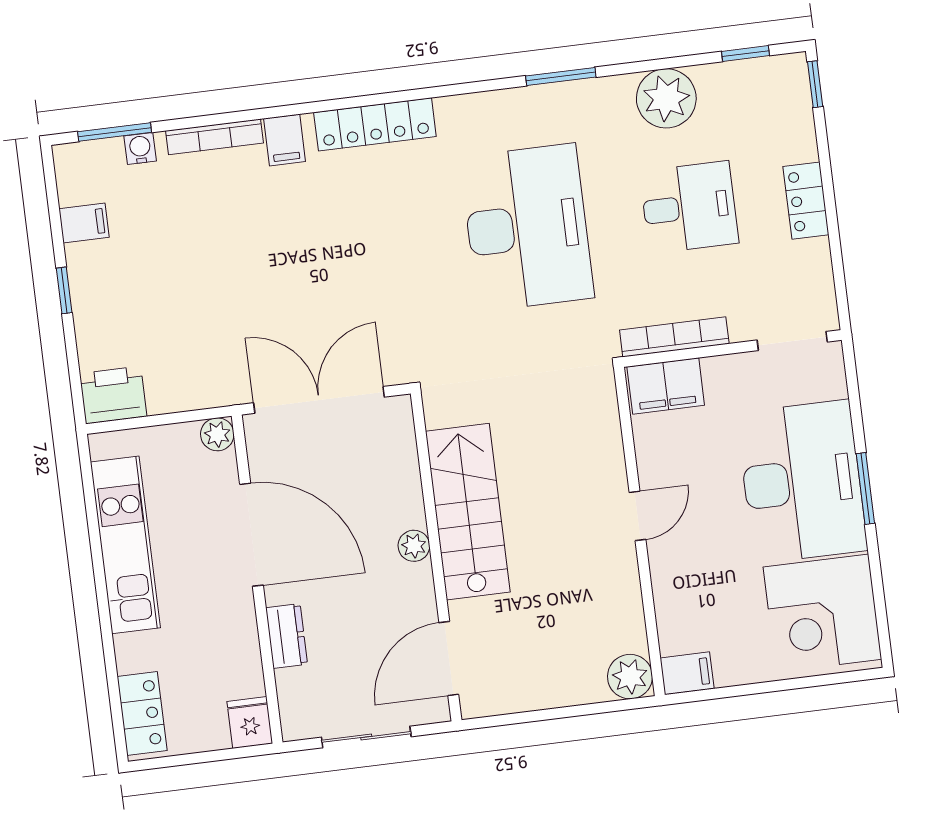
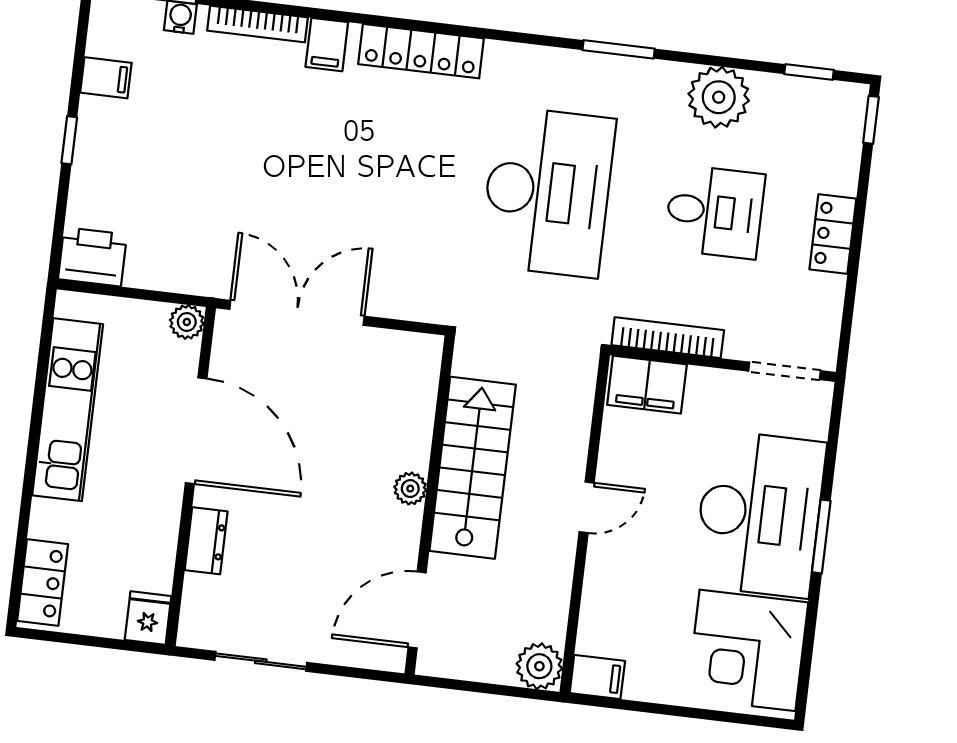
stairs: (468, 512) -> (473, 468), moved
plant: (414, 546) -> (410, 489), moved
wall: (436, 557) -> (430, 505), moved
door: (449, 659) -> (417, 610), moved

